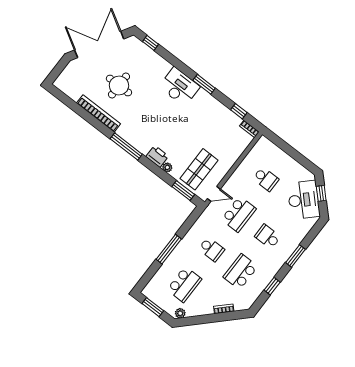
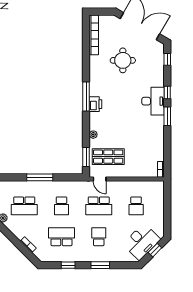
window: (239, 111) -> (167, 92), moved
bookcase: (99, 113) -> (94, 35), moved
printer: (157, 156) -> (95, 104), moved

